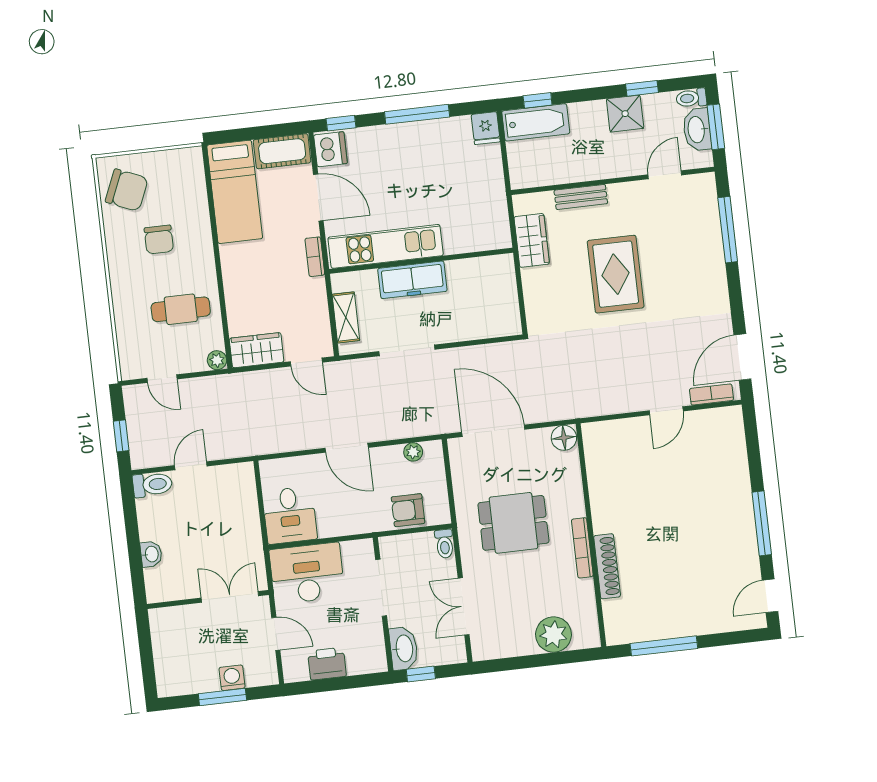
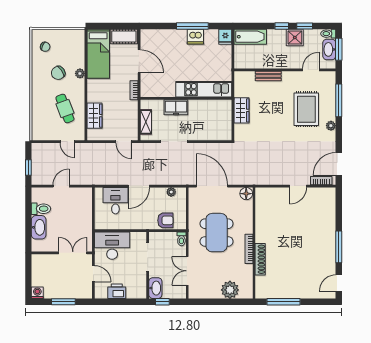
window: (538, 100) -> (282, 26), moved
window: (341, 123) -> (154, 26), removed
dishwasher: (330, 149) -> (195, 37), moved, turned 90
chair: (127, 190) -> (45, 47), width x0.54, depth x0.54
chair: (159, 240) -> (58, 73), turned 55
wardrobe: (532, 240) -> (242, 110), moved
kitchen unit: (386, 246) -> (204, 89), moved
rug: (616, 274) -> (306, 109), moved
freezer: (412, 280) -> (176, 107), width x0.71
plant: (718, 282) -> (331, 126), added
cafe table: (181, 309) -> (65, 108), turned 69
wardrobe: (257, 350) -> (95, 116), moved, turned 90
plant: (217, 360) -> (80, 73), moved
door: (162, 379) -> (67, 142), moved
door: (347, 448) -> (139, 186), hinge flipped
toilet: (152, 485) -> (41, 209), moved
armchair: (408, 510) -> (165, 220), turned 180
desk: (290, 515) -> (115, 201), moved, turned 180
dining table: (513, 523) -> (217, 233), width x1.37
washbasin: (151, 554) -> (39, 227), width x1.91, depth x1.45
washing machine: (232, 678) -> (37, 293), moved

